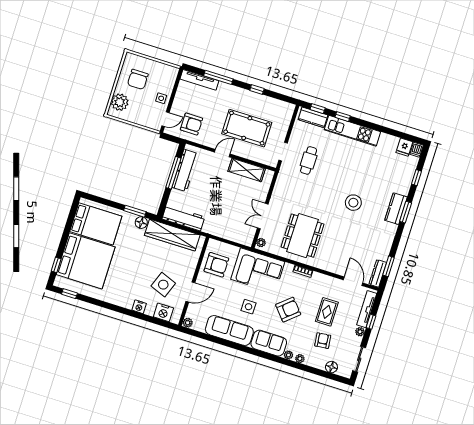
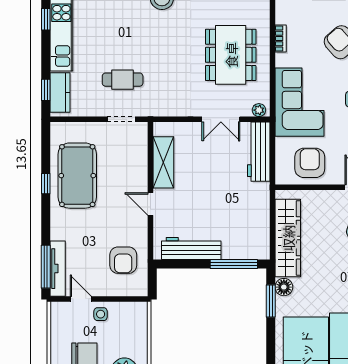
window: (218, 77) -> (46, 267), moved
window: (343, 117) -> (46, 19), moved
door: (165, 119) -> (81, 299), moved
armchair: (191, 124) -> (123, 260), turned 180
pool table: (247, 128) -> (77, 176), moved
window: (173, 173) -> (234, 264), moved
workbench: (183, 218) -> (259, 152), moved
dining table: (303, 236) -> (231, 55), turned 90

